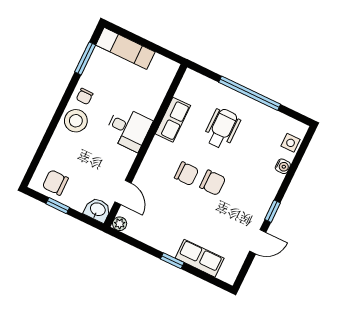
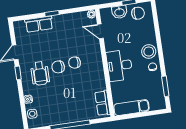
exam couch: (125, 48) -> (131, 108), moved
row of seats: (173, 120) -> (102, 103), moved
wheelchair: (222, 128) -> (40, 73), moved
desk: (128, 129) -> (119, 65), width x1.37
washbasin: (98, 210) -> (119, 12), moved

